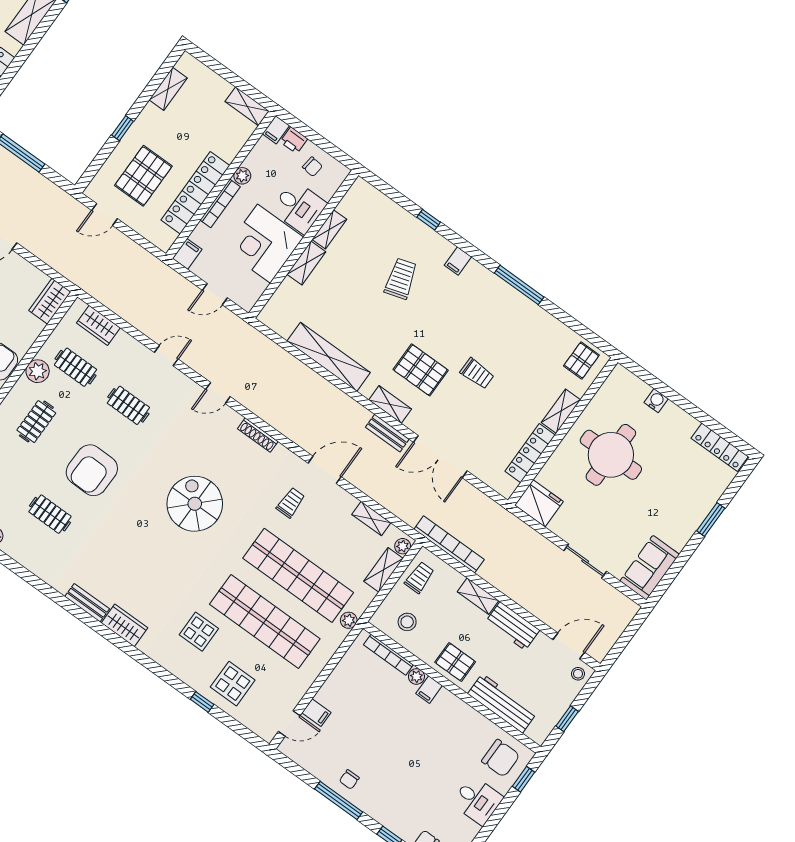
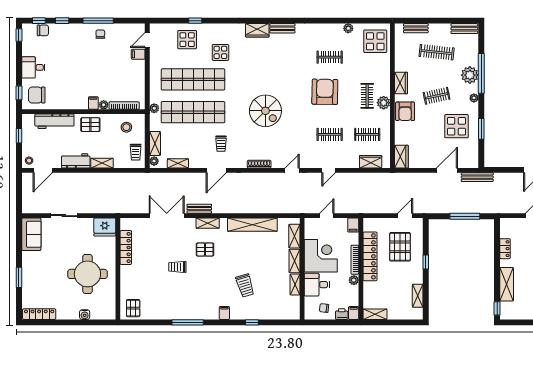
pallet: (421, 370) -> (205, 250), width x0.67, depth x0.71
plant: (38, 371) -> (384, 103), moved
shelving: (561, 411) -> (294, 236), moved
bookcase: (449, 544) -> (133, 178), removed

